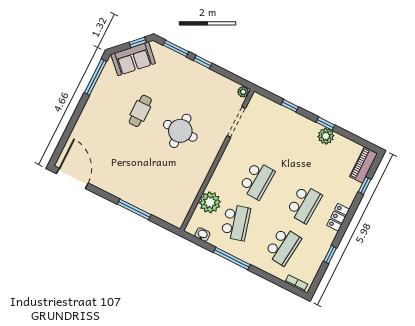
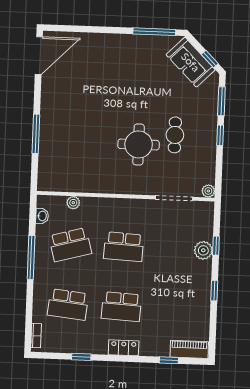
cafe table: (140, 111) -> (175, 135), moved, turned 90
plant: (326, 136) -> (203, 250), moved
plant: (210, 202) -> (73, 203), width x0.53, depth x0.53

